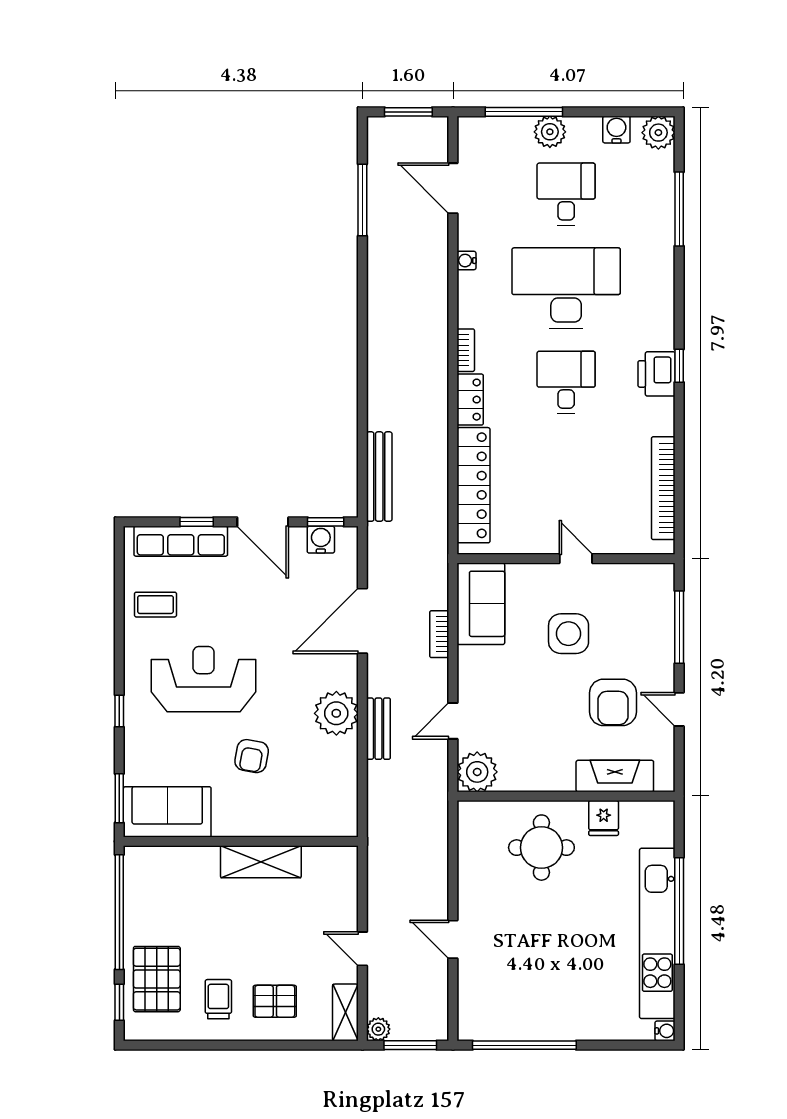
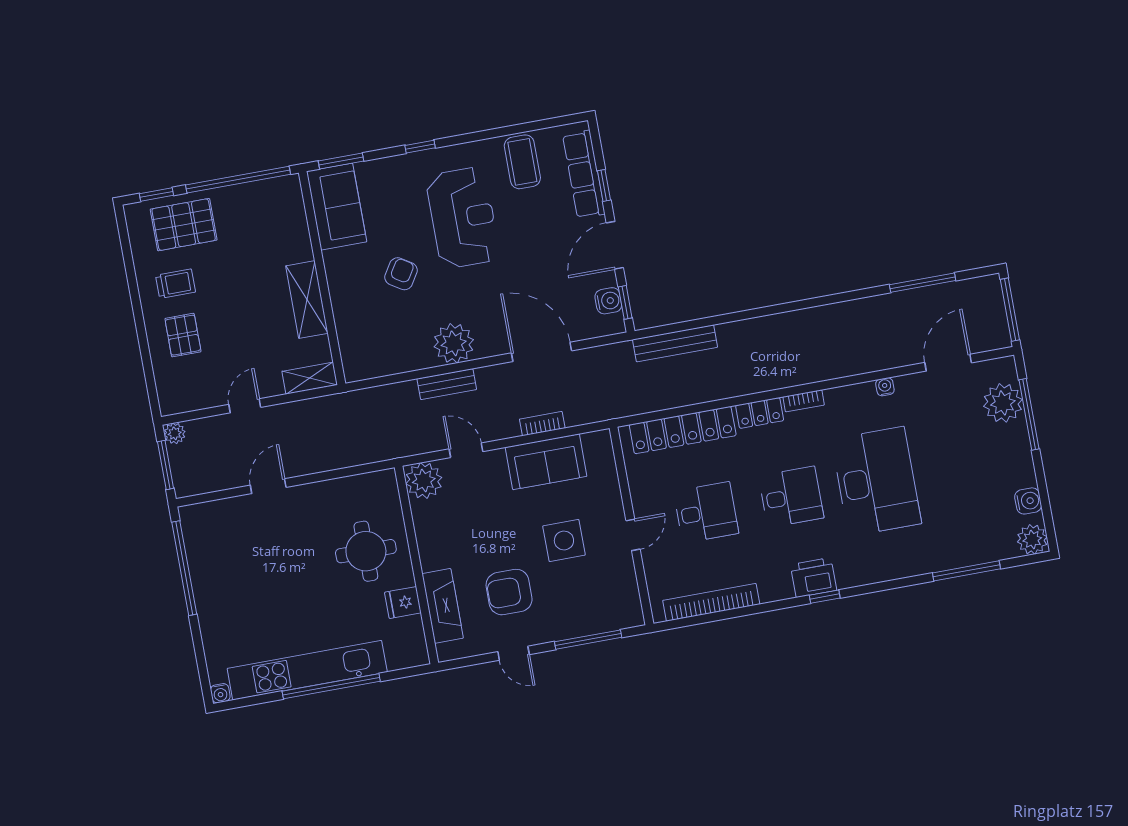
window: (408, 112) -> (1010, 310), width x1.44
plant: (550, 132) -> (1003, 403), moved, width x1.36, depth x1.36
desk: (566, 194) -> (706, 512), moved
sofa: (481, 604) -> (546, 462), moved
coffee table: (155, 605) -> (522, 162), width x1.36, depth x1.30
door: (679, 709) -> (514, 653), swing flipped
armchair: (252, 756) -> (401, 274), turned 112
shelving: (345, 1012) -> (310, 378), moved

